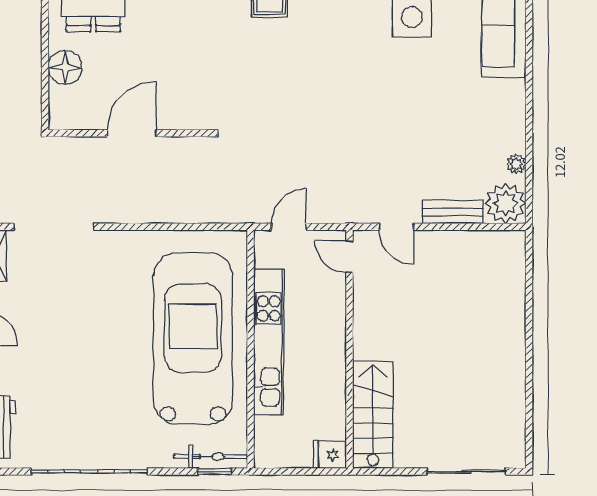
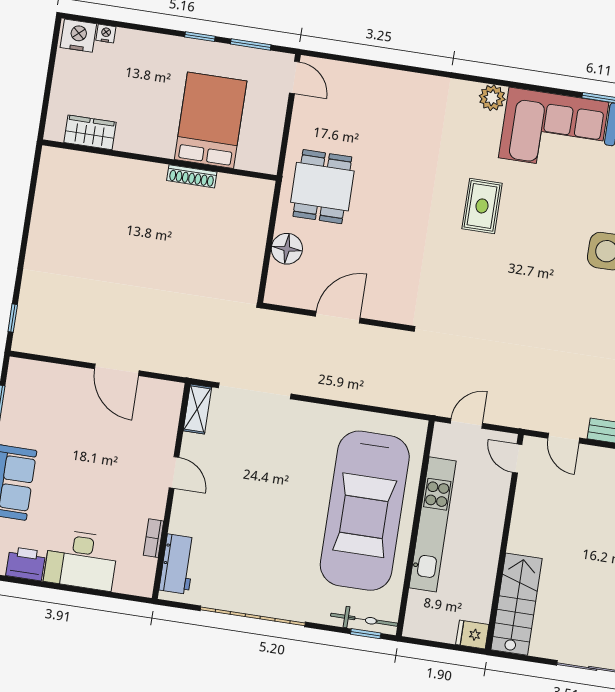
car: (193, 338) -> (365, 511), turned 180

